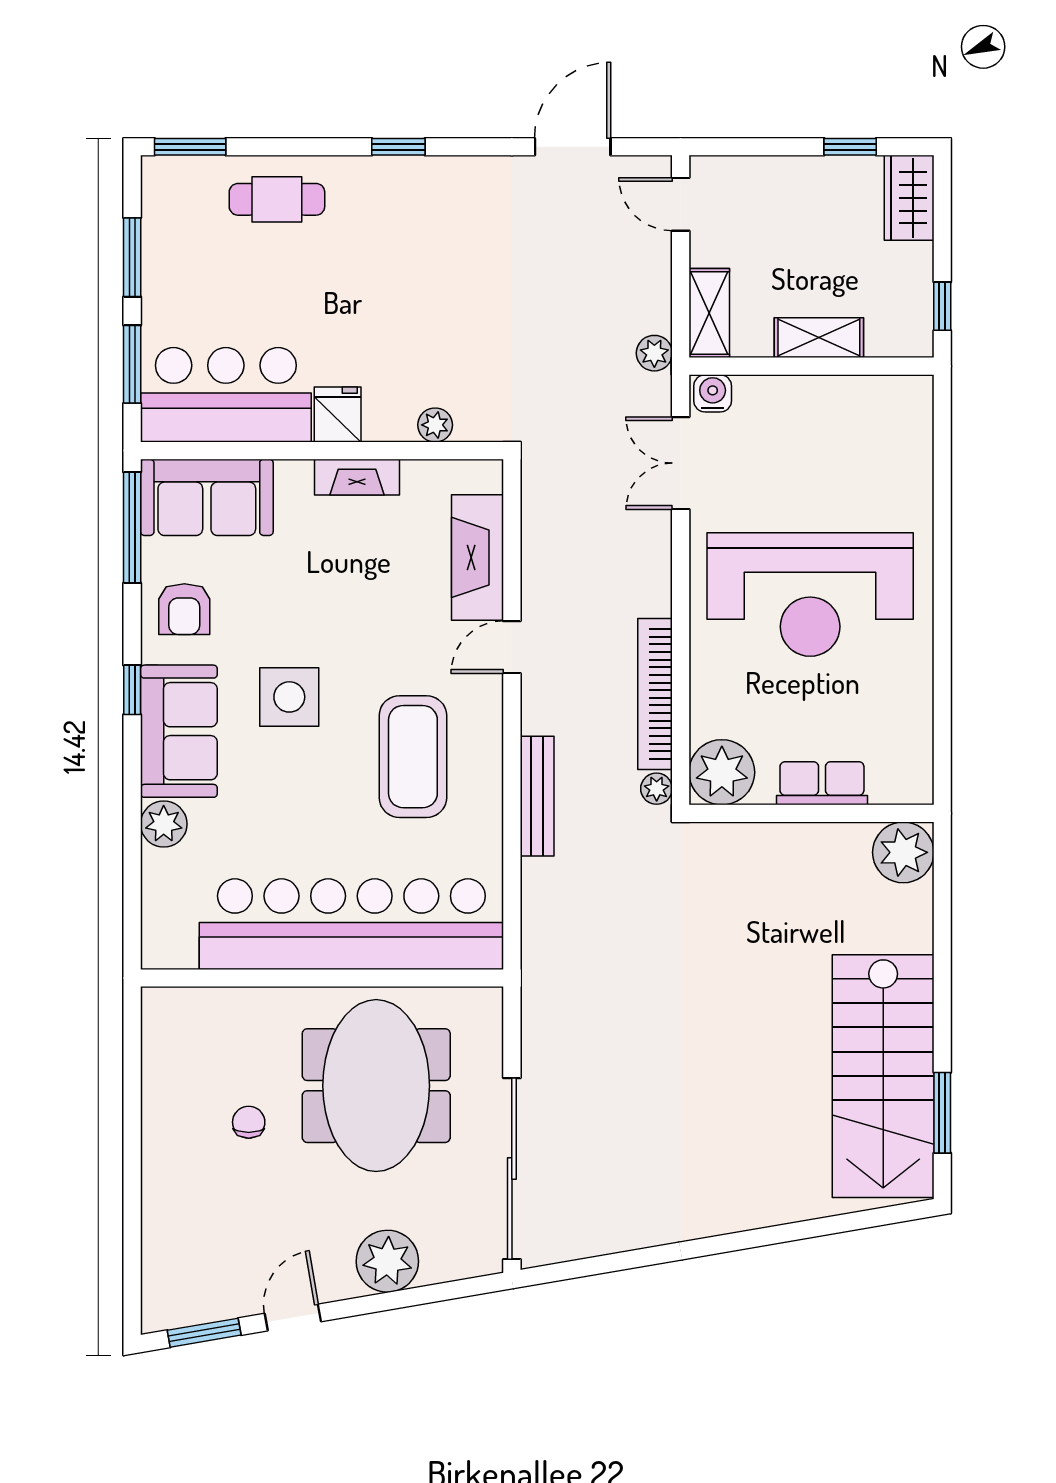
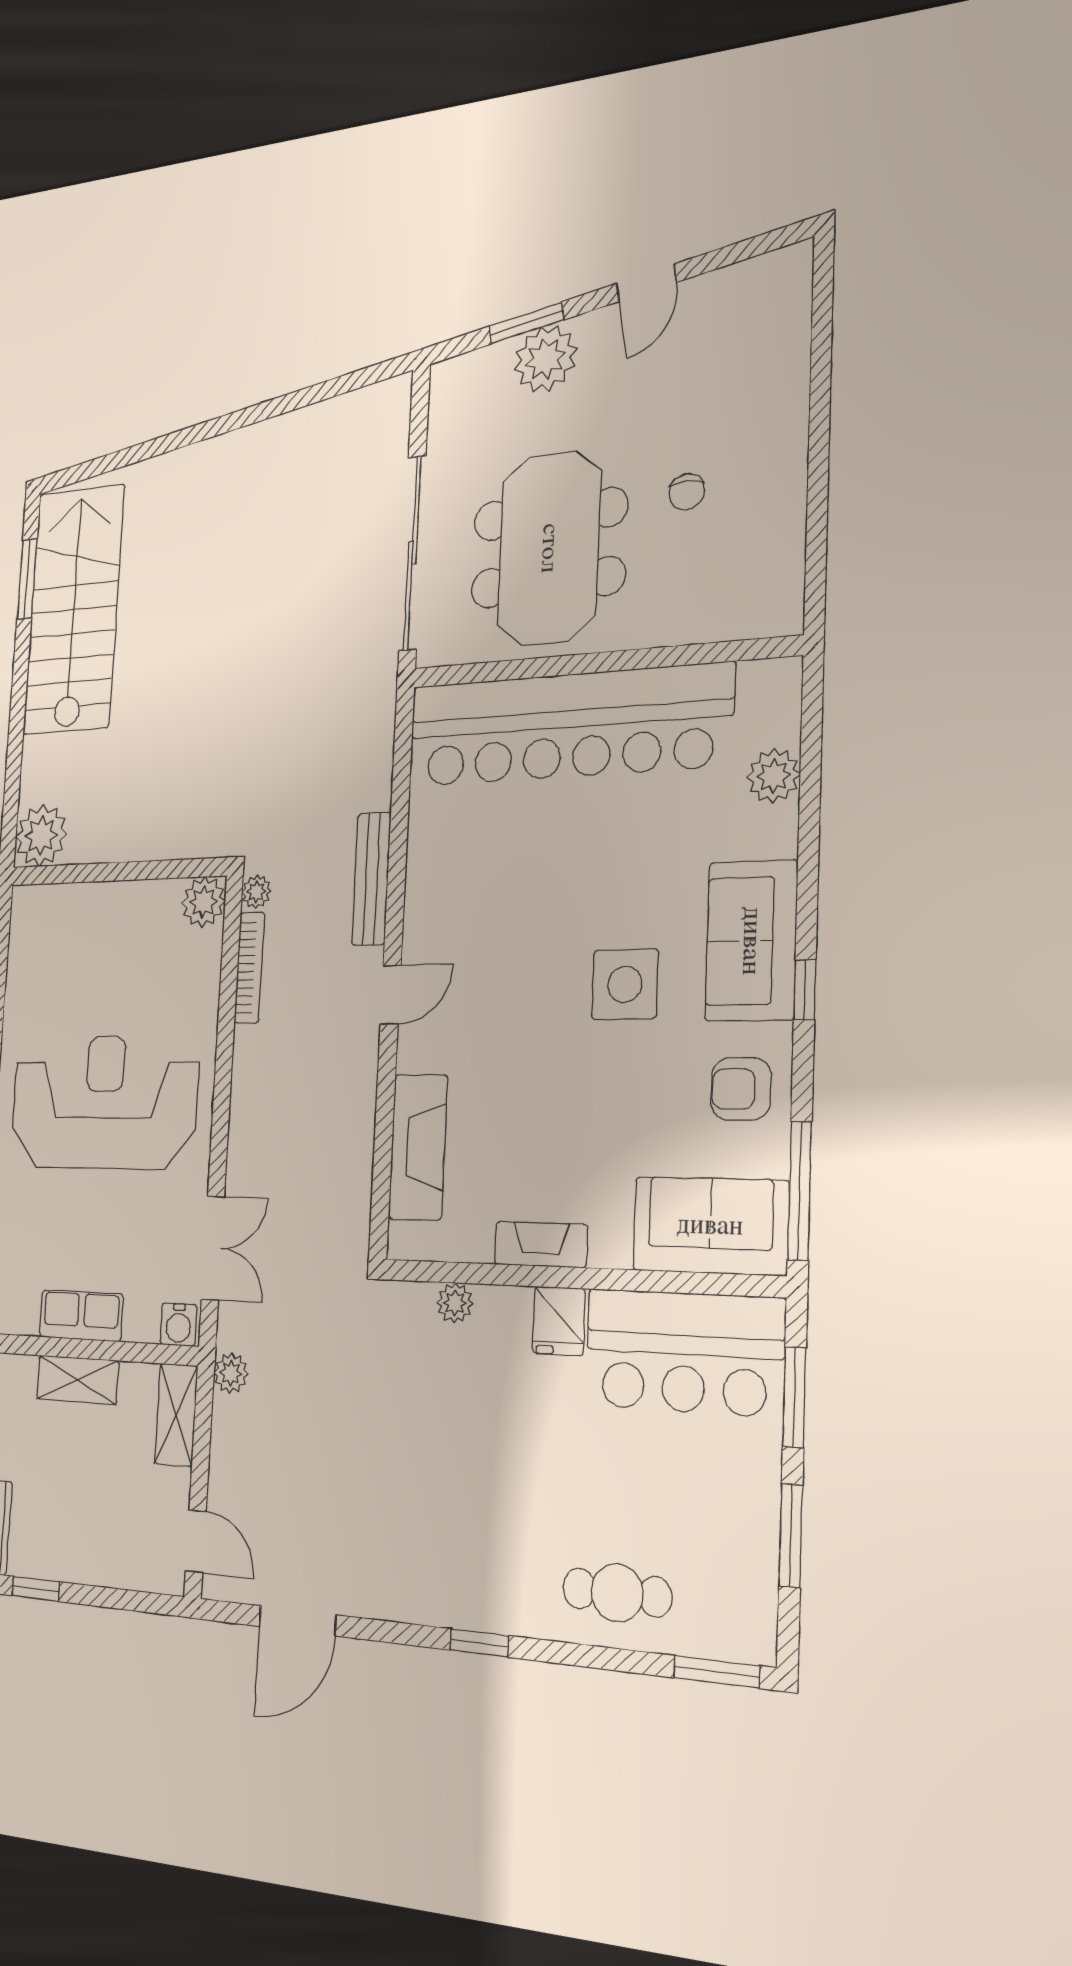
armchair: (184, 609) -> (741, 1089), turned -90
door: (512, 647) -> (391, 995), moved
bookcase: (655, 694) -> (250, 968), width x0.68, depth x0.76
coffee table: (413, 757) -> (495, 919), removed
plant: (722, 772) -> (203, 902), width x0.73, depth x0.73
row of seats: (822, 783) -> (81, 1316), moved, turned 180
plant: (164, 824) -> (773, 776), moved
sliding door: (512, 1169) -> (412, 553), moved
window: (204, 1333) -> (526, 323), moved

